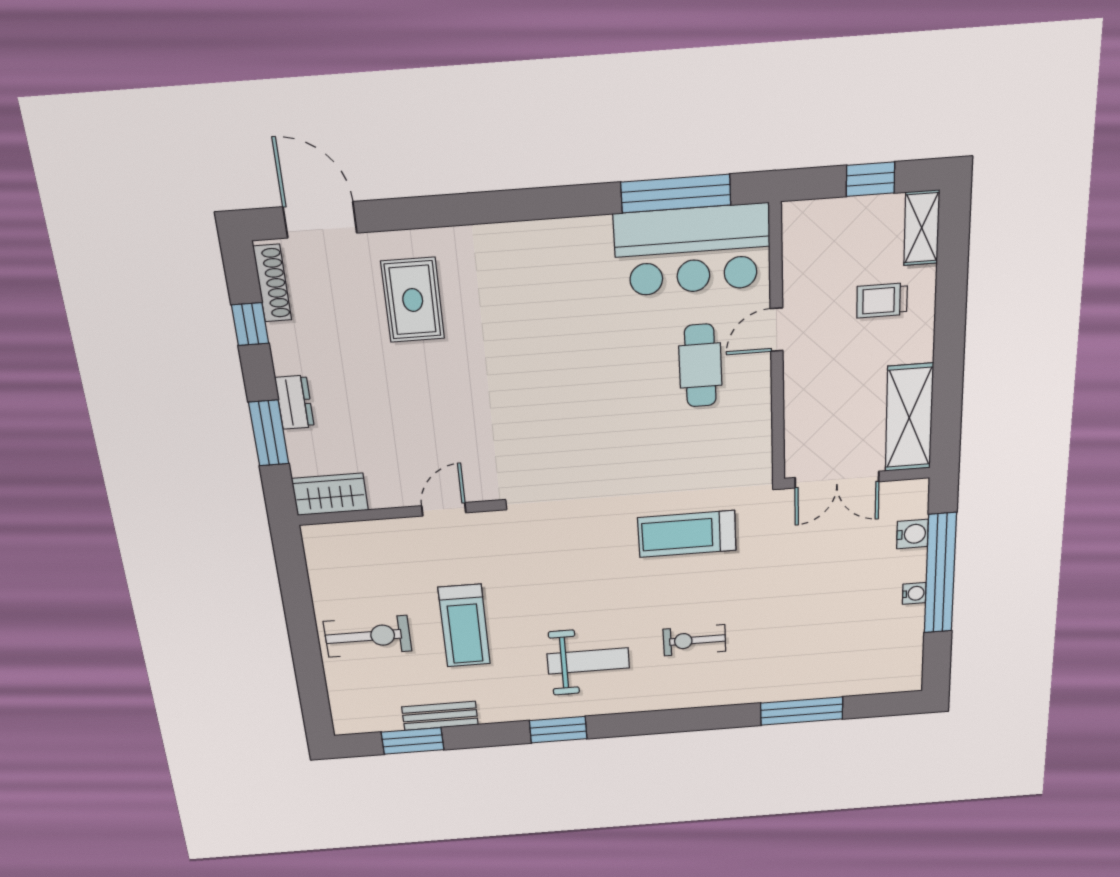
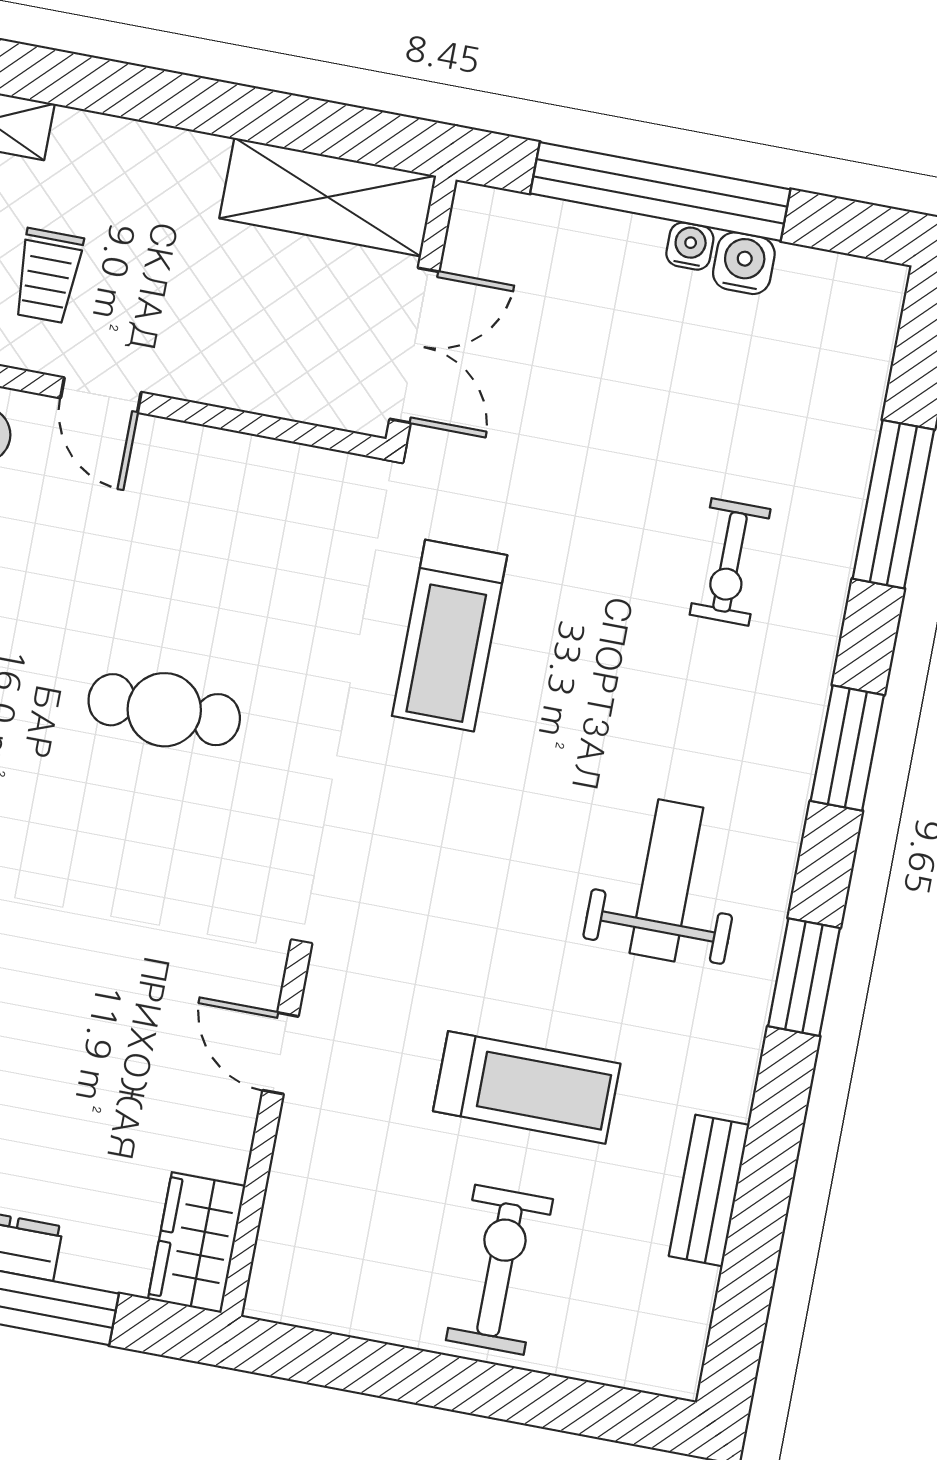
trolley: (882, 300) -> (48, 276), moved
cafe table: (700, 366) -> (164, 710), moved
water cooler: (912, 534) -> (744, 263), moved
exercise bike: (694, 640) -> (730, 562), moved
window: (413, 741) -> (847, 748), moved

